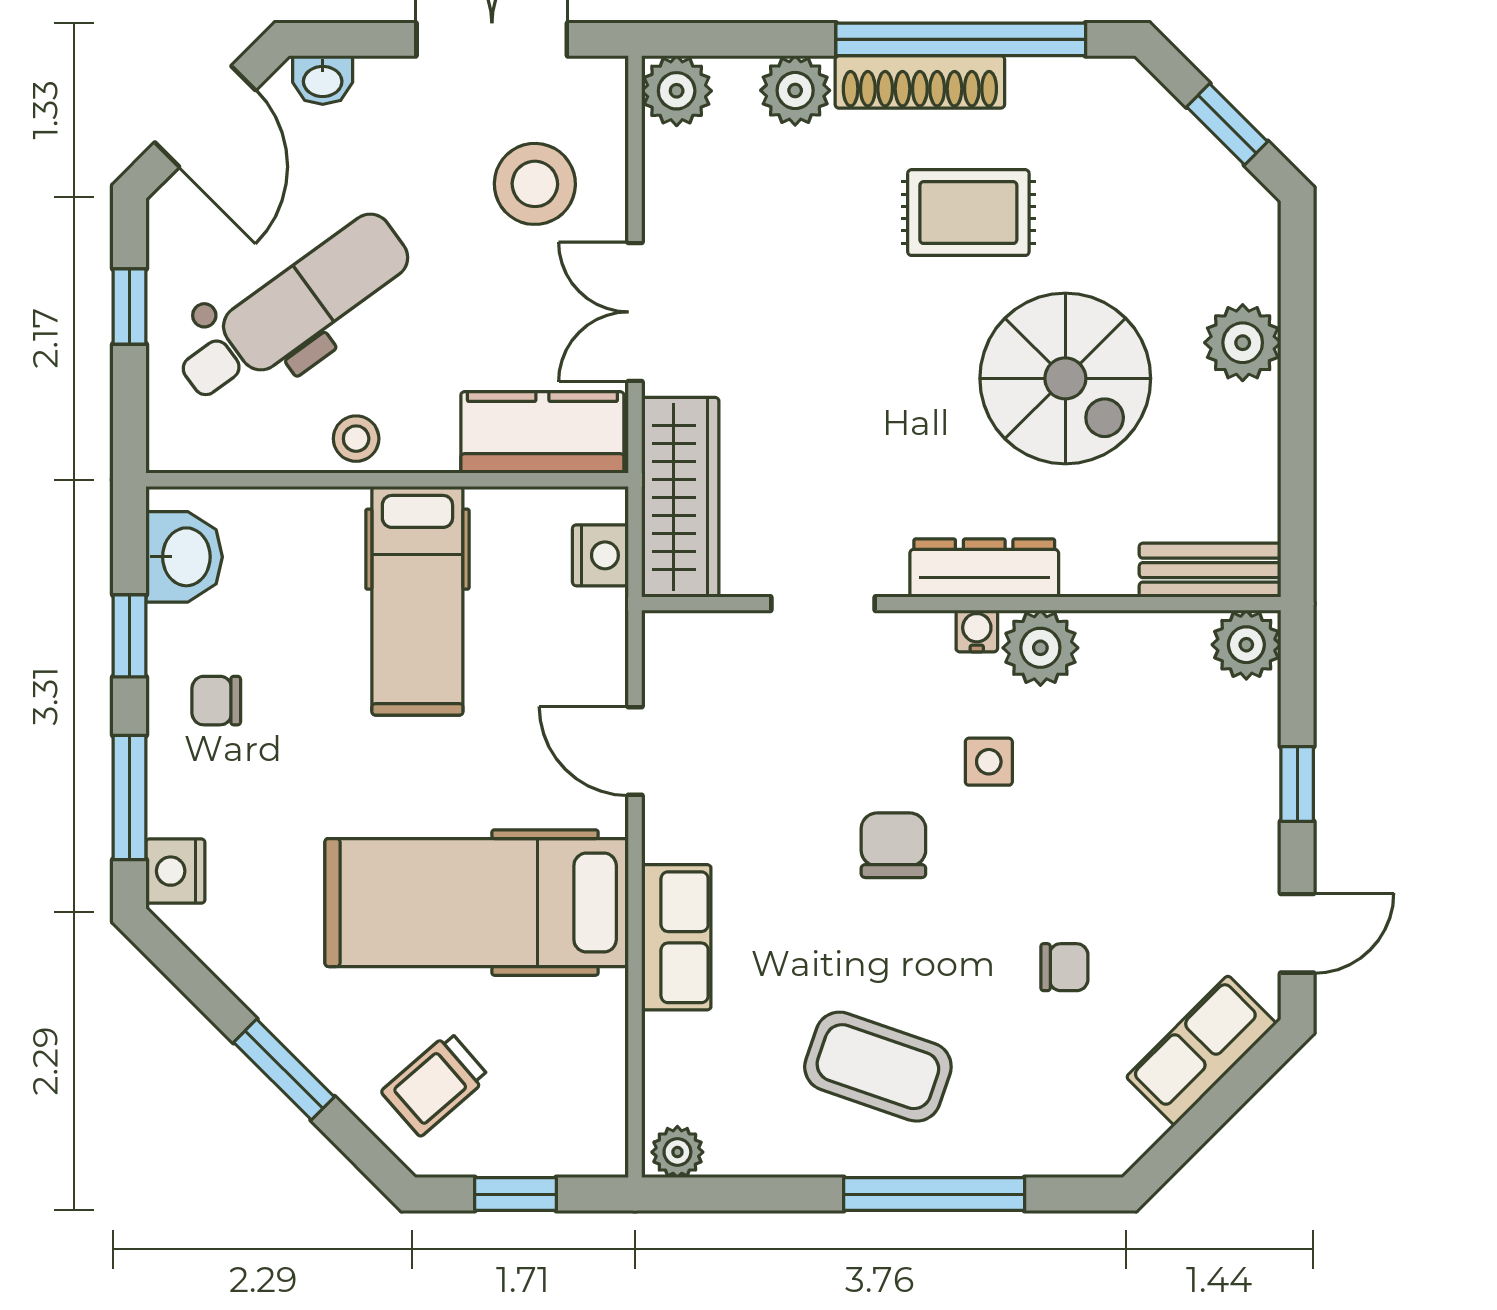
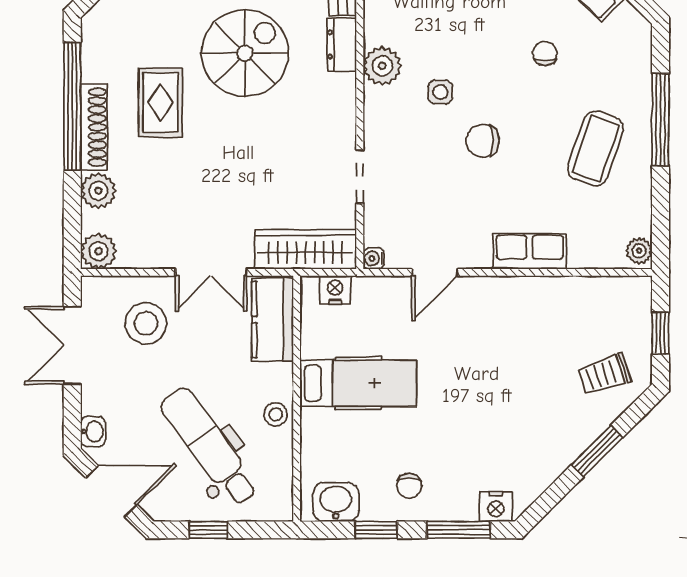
dresser: (984, 568) -> (342, 44), moved, width x0.70
water cooler: (977, 631) -> (374, 258), moved
hospital bed: (477, 903) -> (512, 353), removed
trolley: (435, 1084) -> (605, 374), turned 113

